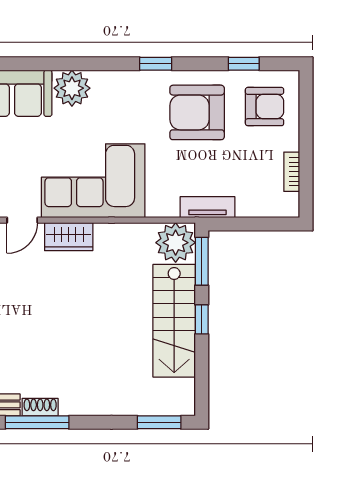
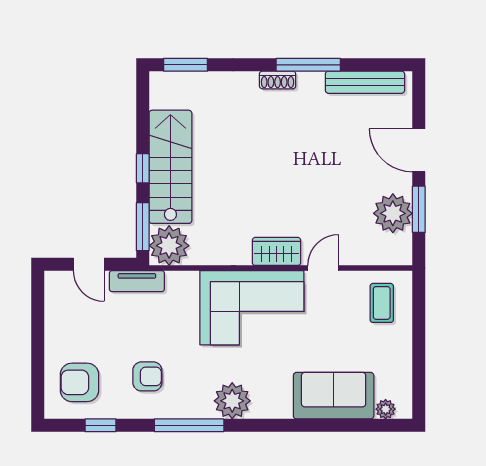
window: (156, 64) -> (189, 425), width x2.17
plant: (72, 88) -> (232, 401), moved
armchair: (197, 112) -> (147, 376), width x0.53, depth x0.53
bookcase: (292, 172) -> (52, 317), removed
door: (255, 224) -> (89, 264), added
shoe rack: (40, 407) -> (278, 80), moved

